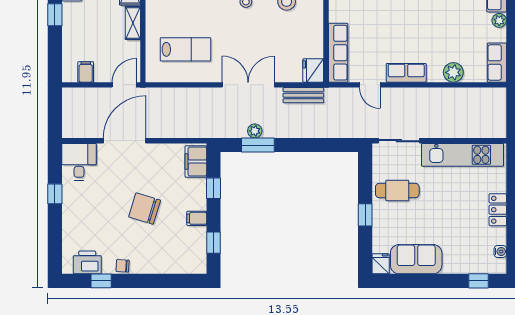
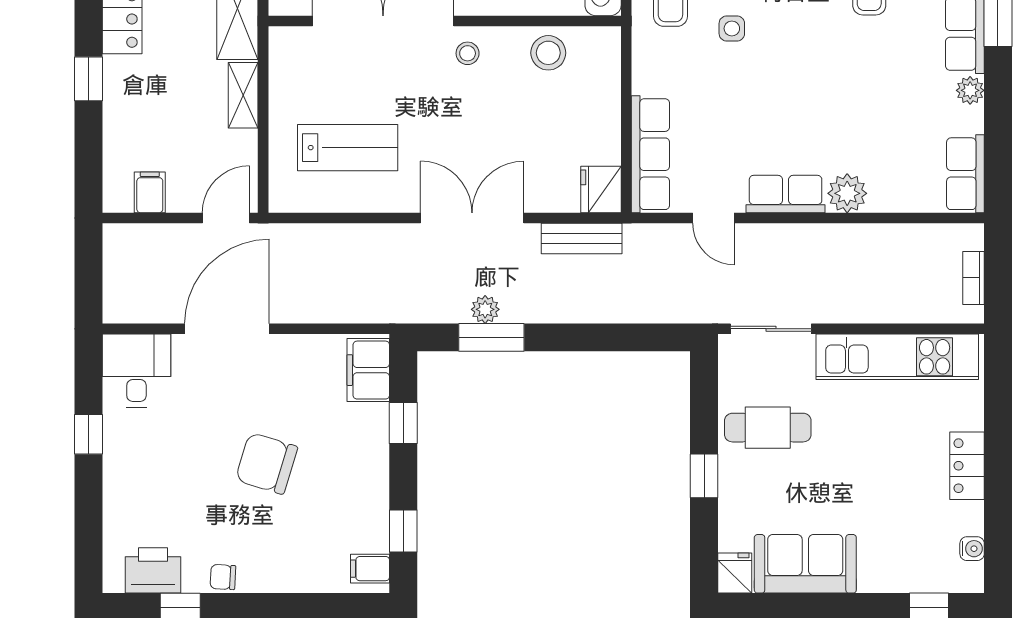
plant: (453, 72) -> (847, 193), moved
bookcase: (501, 115) -> (974, 278), added
filing cabinet: (197, 218) -> (370, 569), moved

